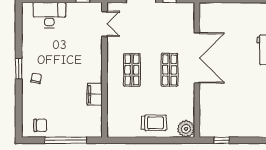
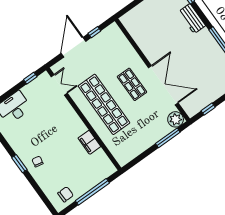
double door: (197, 58) -> (163, 85), moved
shop shelf: (132, 70) -> (104, 104), width x2.00, depth x1.36
trolley: (154, 123) -> (148, 132), removed
window: (167, 140) -> (168, 138), added

